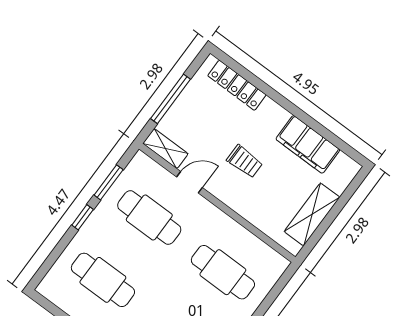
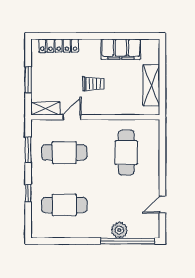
window: (171, 99) -> (28, 80), width x0.69
window: (83, 217) -> (28, 193), moved
cafe table: (223, 272) -> (126, 153), turned 90

